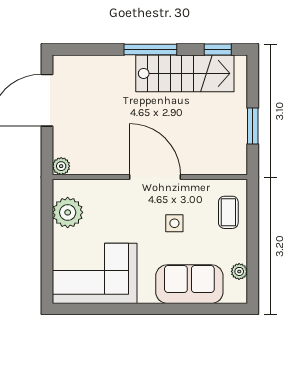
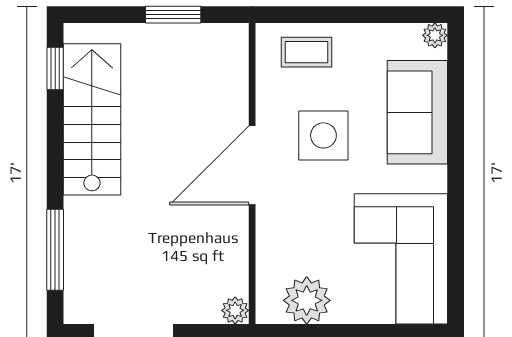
window: (150, 50) -> (55, 250), moved
side table: (174, 223) -> (323, 135), width x1.87, depth x1.87
plant: (239, 271) -> (435, 35), moved

